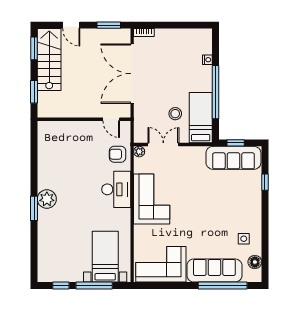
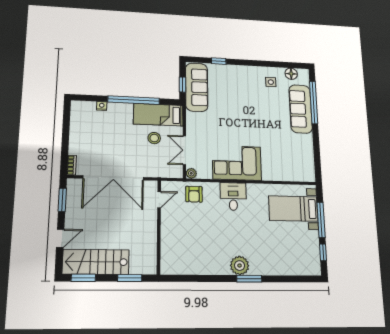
desk: (116, 189) -> (233, 197), width x0.73
corner sofa: (161, 264) -> (298, 157), removed

